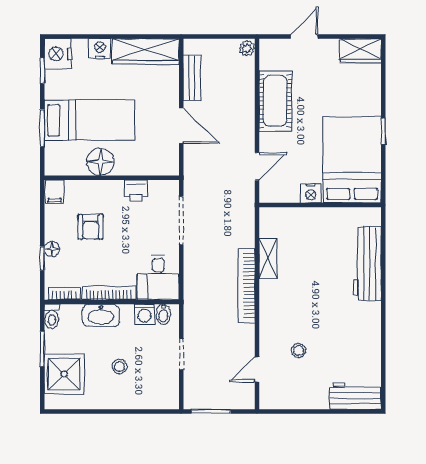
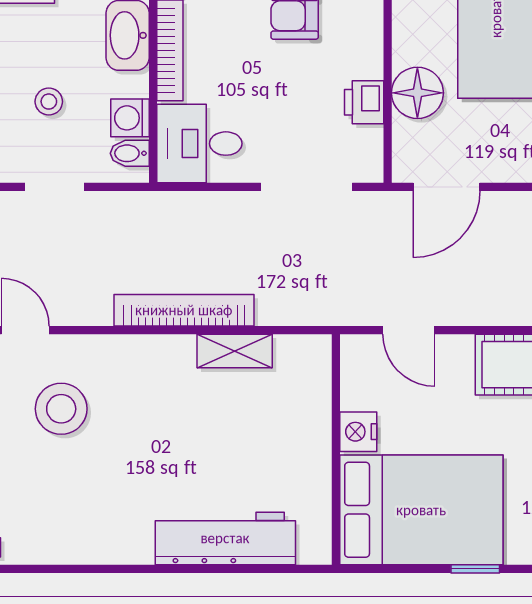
door: (181, 126) -> (447, 187), moved
floor lamp: (100, 162) -> (417, 93), moved
stool: (299, 351) -> (61, 409), width x1.89, depth x1.89
stool: (120, 367) -> (49, 102), moved

